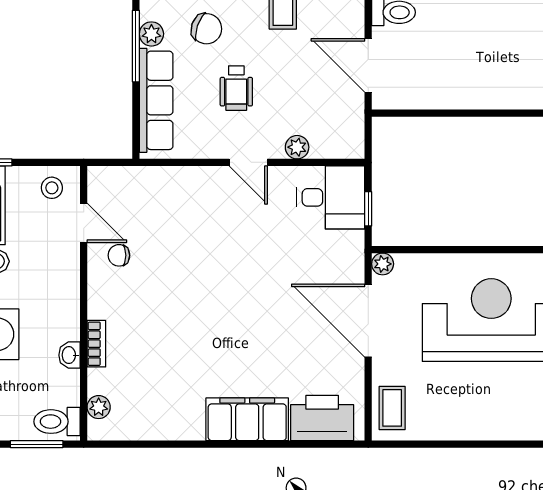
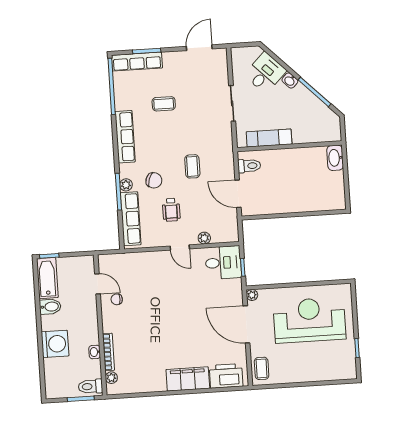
stool: (52, 188) -> (80, 267), removed
bookcase: (96, 344) -> (108, 352), width x1.56

